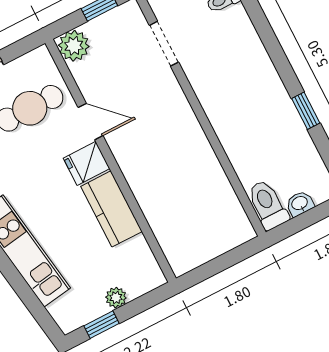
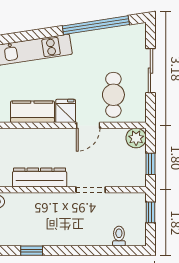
doorway: (164, 44) -> (91, 190), moved
dresser: (198, 152) -> (40, 177), added

